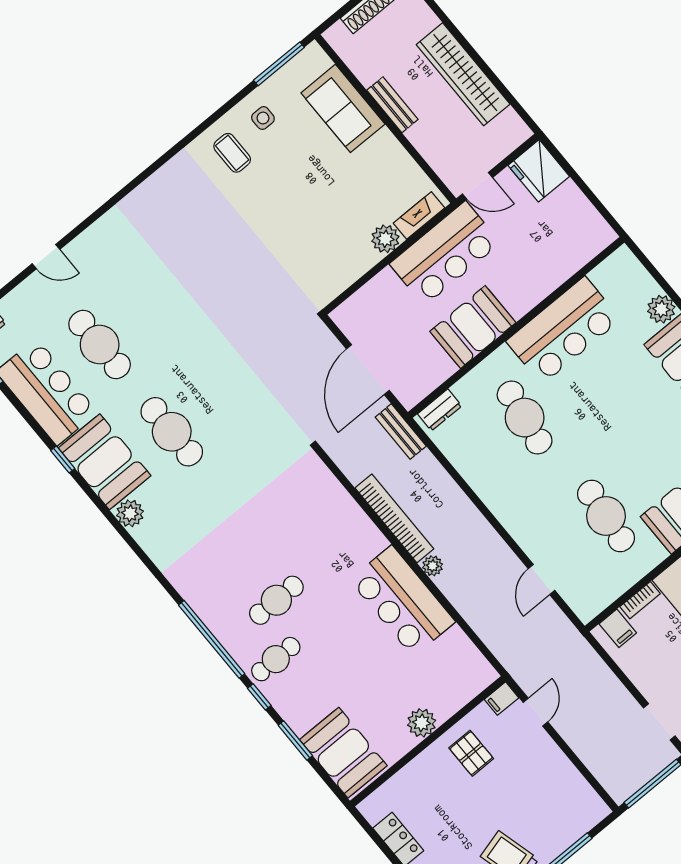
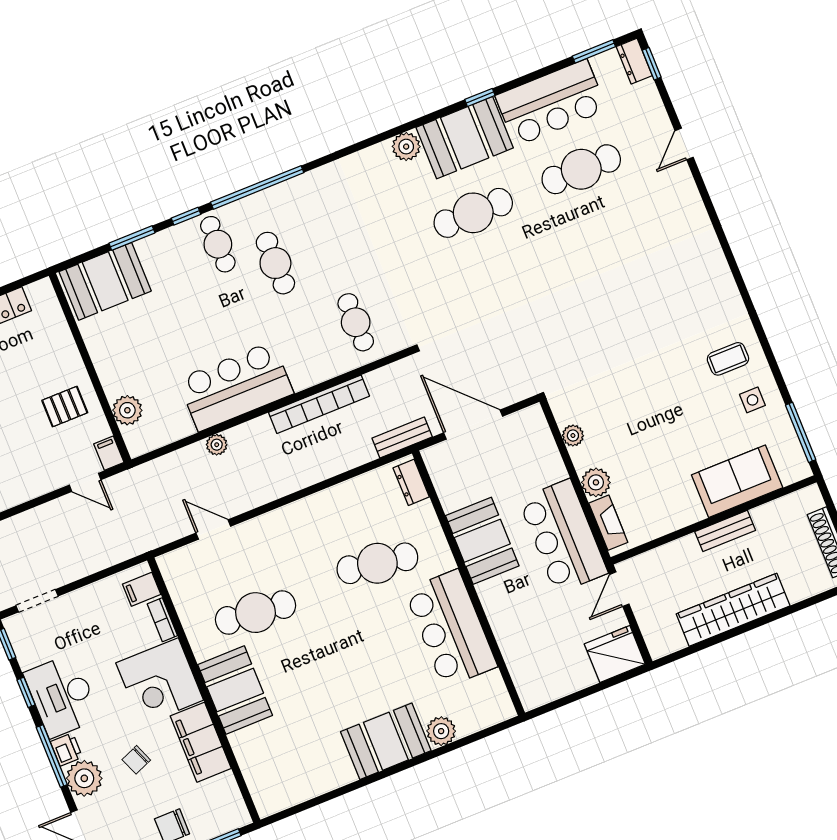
plant: (349, 274) -> (573, 435), added
cafe table: (308, 508) -> (356, 322), added
plant: (433, 566) -> (217, 445), moved
plant: (422, 723) -> (127, 410), moved

